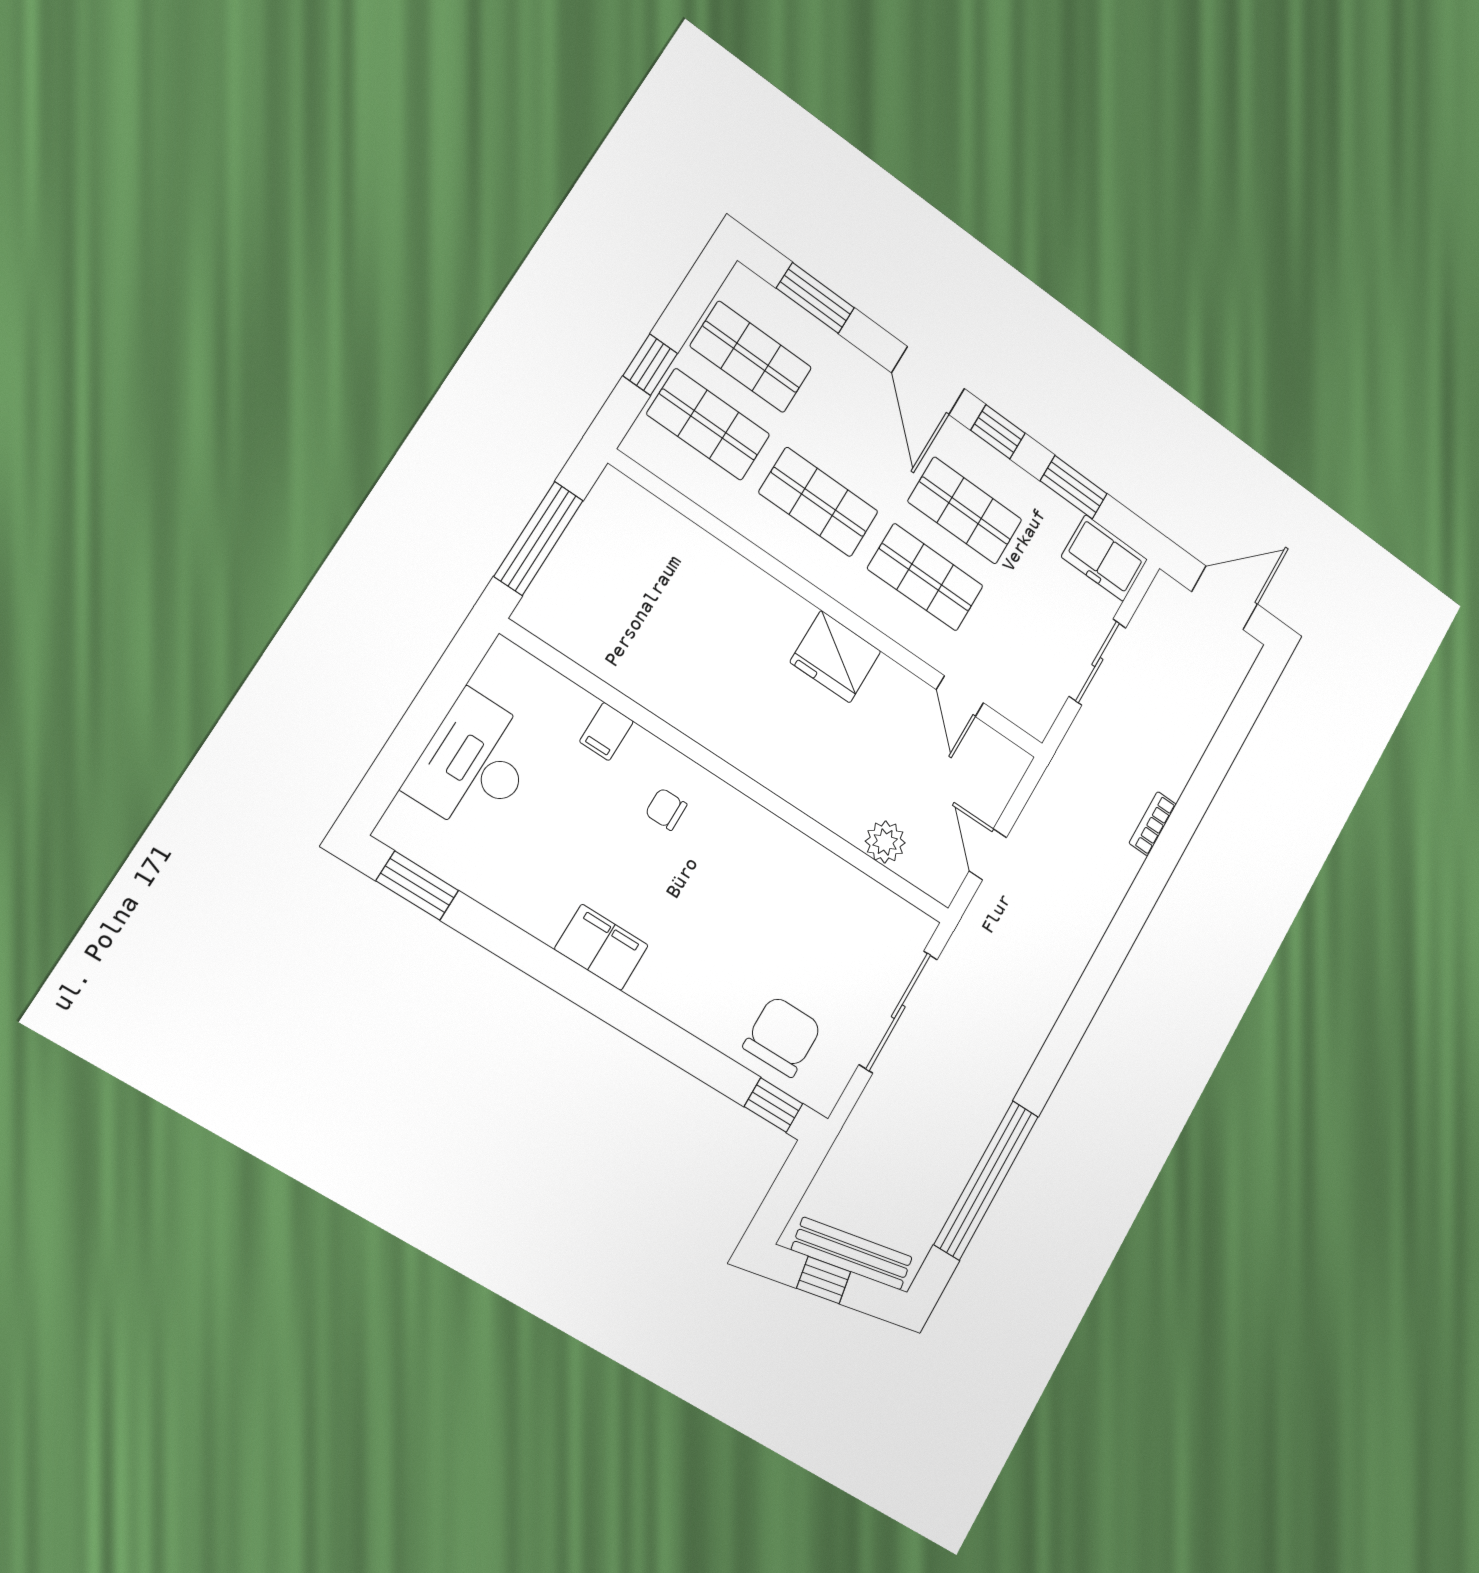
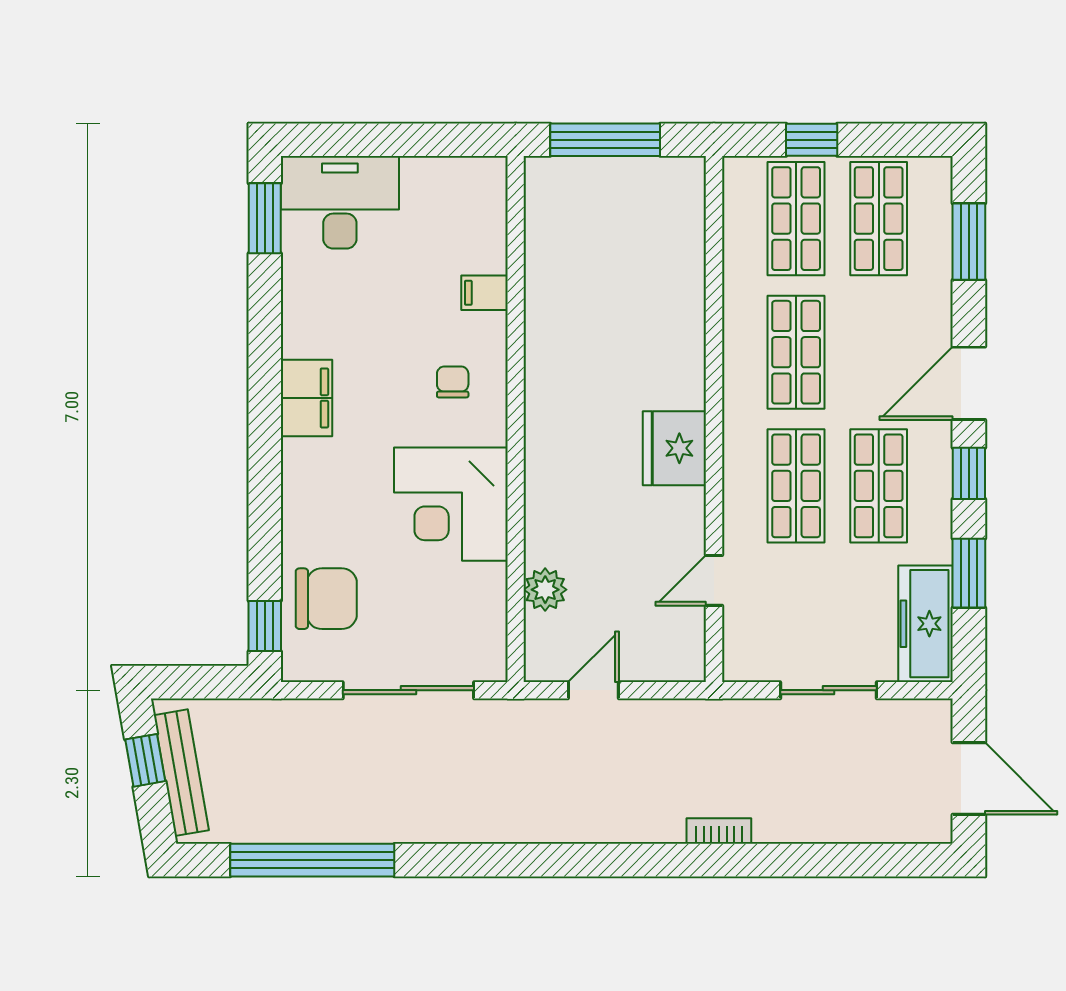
freezer: (1104, 558) -> (926, 624), width x1.40
desk: (474, 763) -> (340, 202), moved
corner desk: (768, 877) -> (451, 504), added

